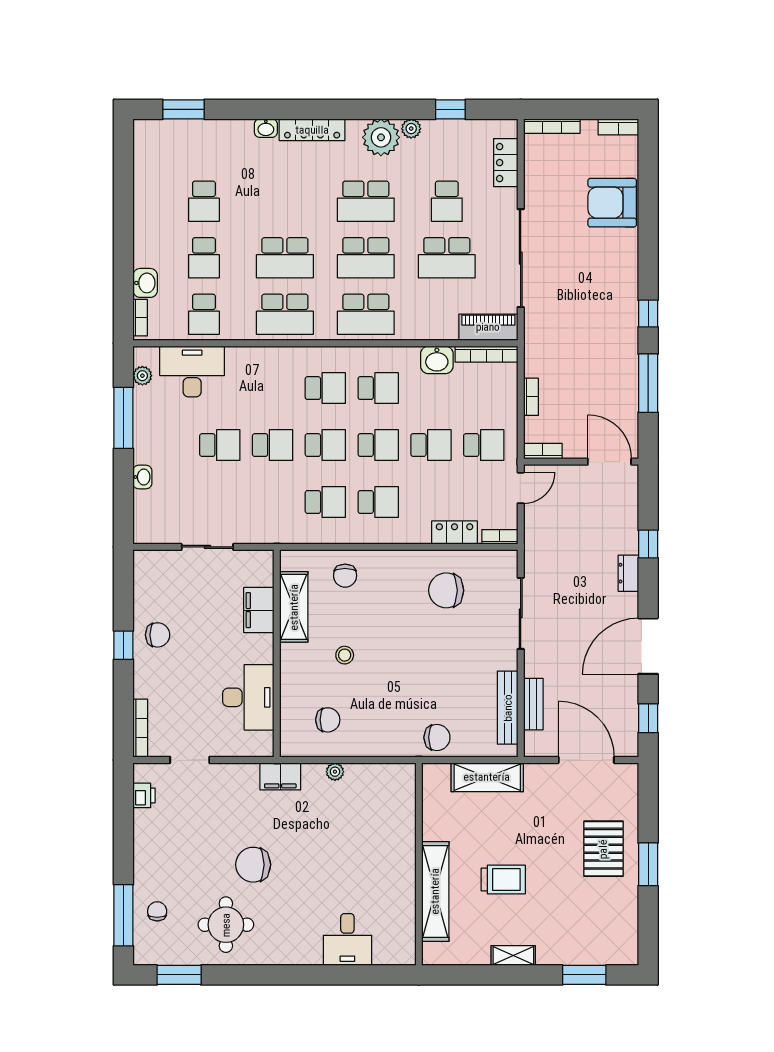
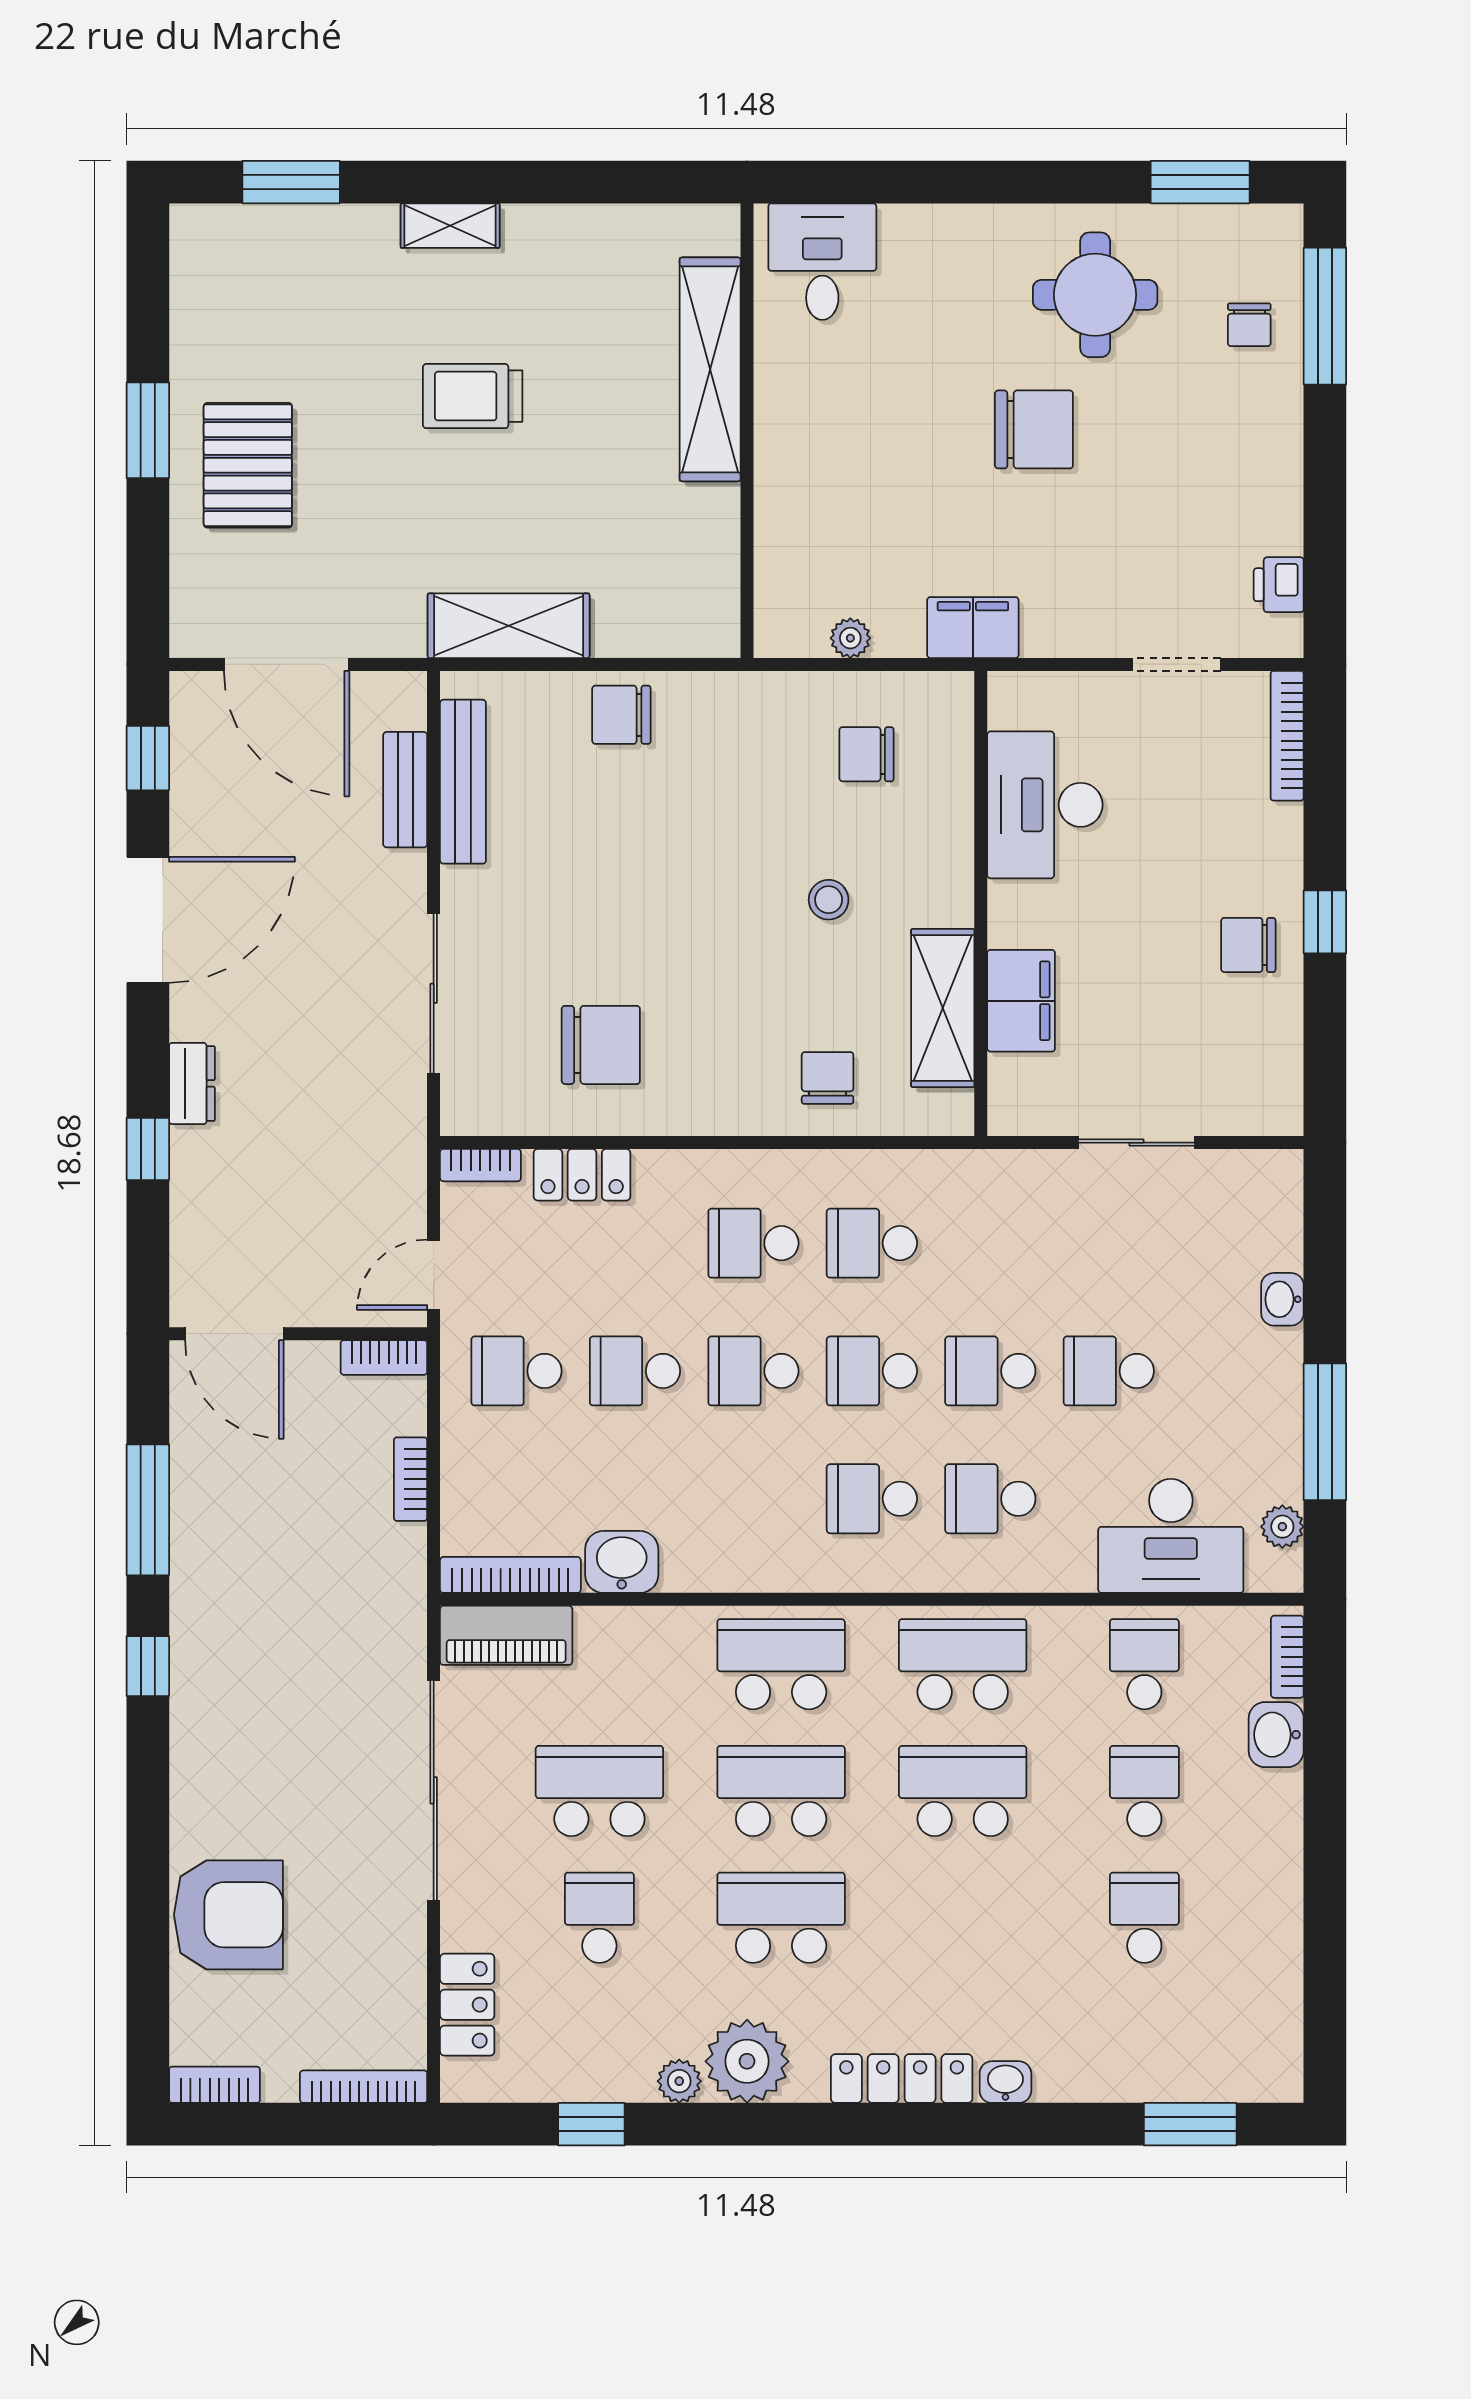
school desk: (378, 388) -> (990, 1499), moved
wall: (419, 864) -> (747, 431), moved
shelving: (435, 891) -> (710, 369), moved

